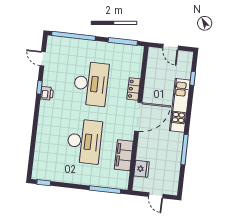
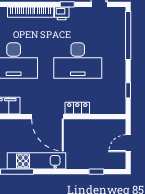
window: (123, 42) -> (128, 90), width x0.46
kitchen unit: (180, 105) -> (36, 161), moved
bookcase: (43, 121) -> (31, 12), added

